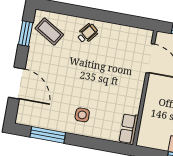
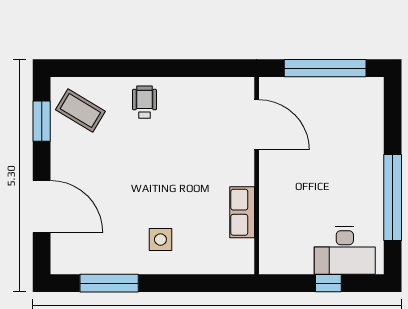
wheelchair: (87, 33) -> (144, 102), turned -40
row of seats: (129, 129) -> (242, 212), moved

